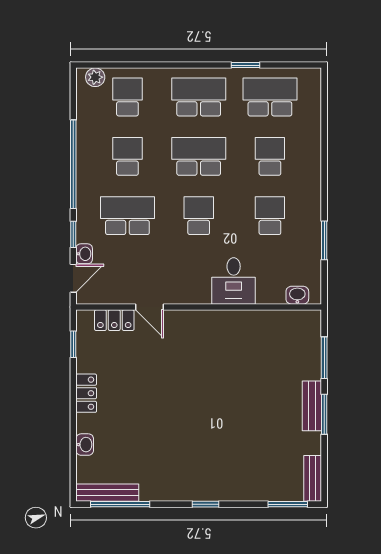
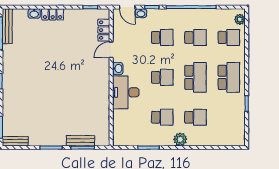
school desk: (270, 97) -> (229, 117), removed
plant: (309, 184) -> (180, 139), added
school desk: (127, 216) -> (162, 37), width x0.54
desk: (234, 281) -> (126, 92), width x1.37
washbasin: (297, 295) -> (118, 68), moved
locker: (86, 393) -> (53, 14), moved
bench: (312, 406) -> (80, 141), moved

